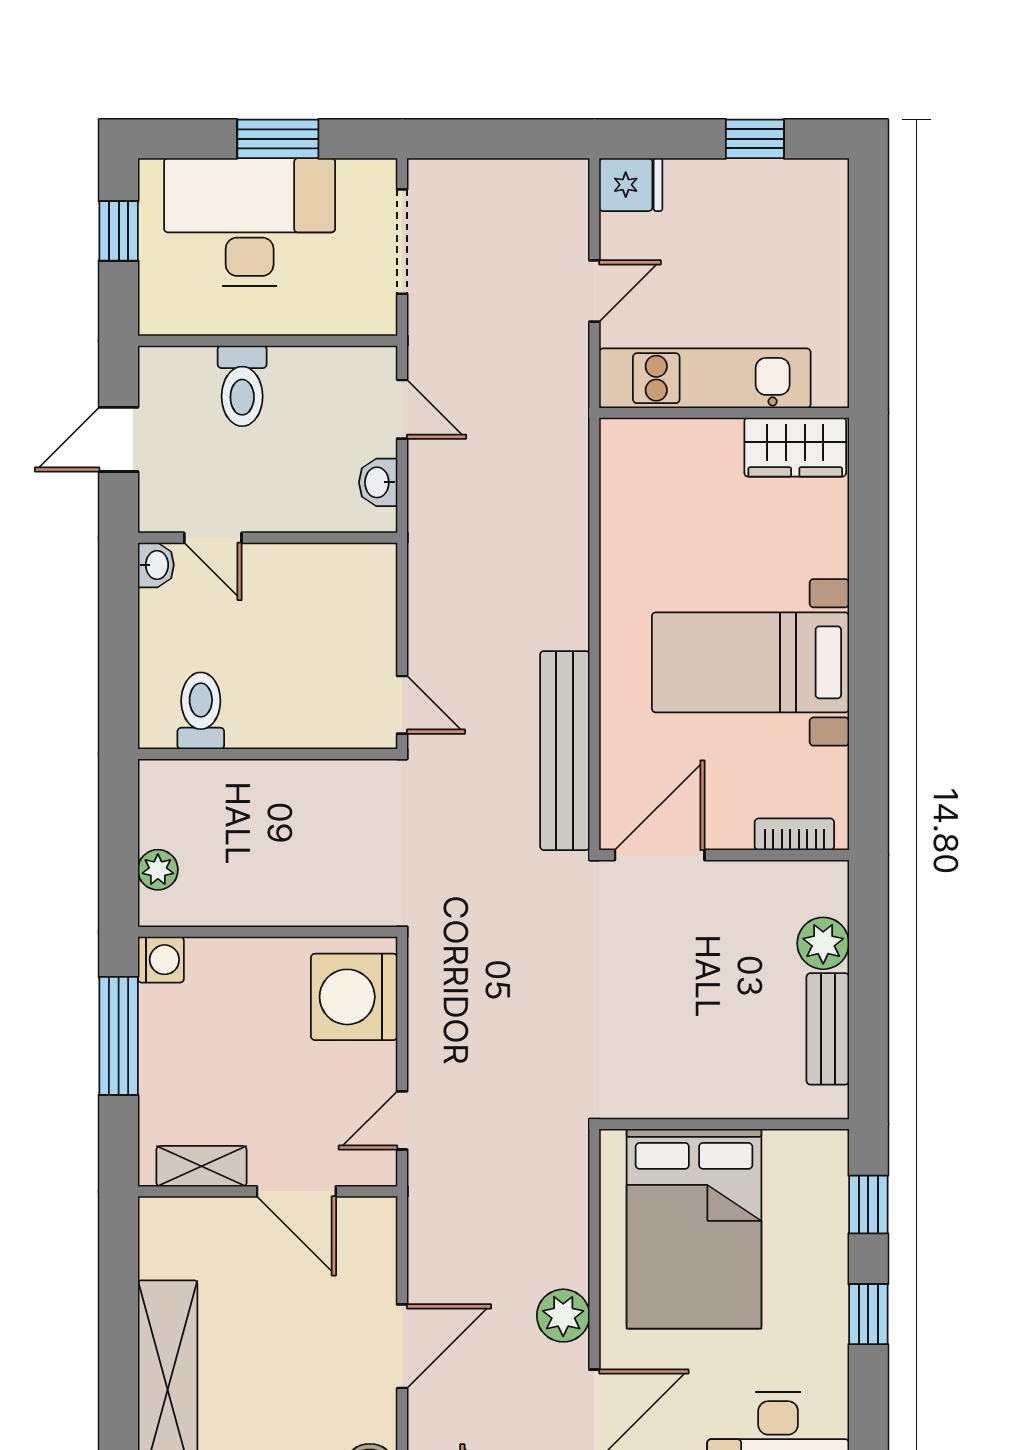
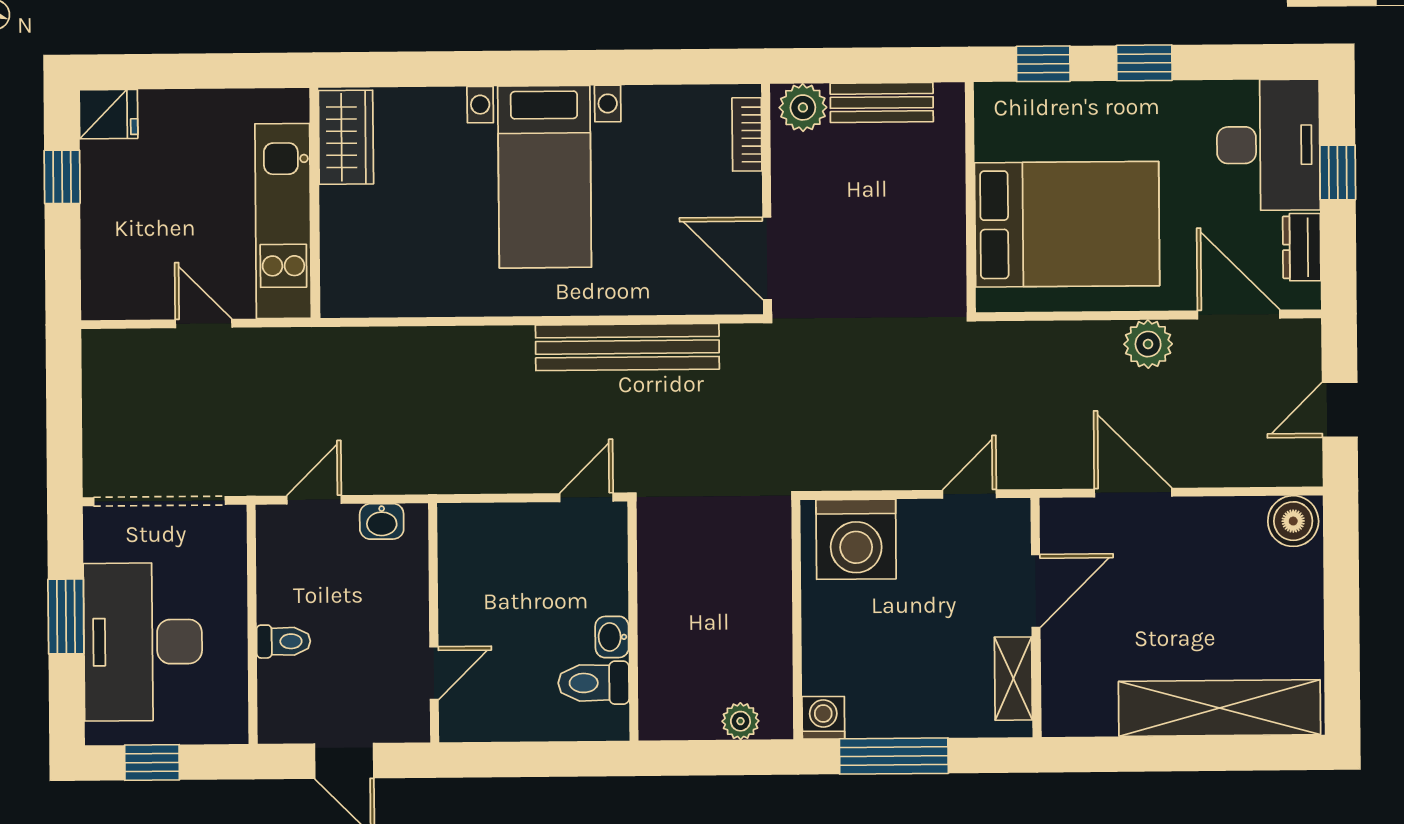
fridge: (631, 185) -> (108, 114), moved, turned 90
doorway: (402, 242) -> (160, 501), width x1.36
toilet: (242, 386) -> (283, 641), width x0.73, depth x0.72
washbasin: (156, 565) -> (612, 637), moved, turned -90
bookcase: (794, 834) -> (747, 134), moved
door: (660, 855) -> (767, 258), moved
wall: (724, 855) -> (767, 199), moved
door: (402, 1120) -> (969, 494), swing flipped
door: (402, 1346) -> (1133, 493), moved

